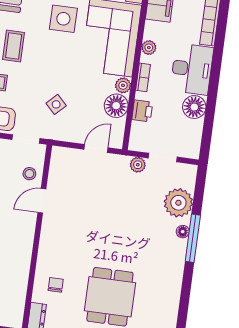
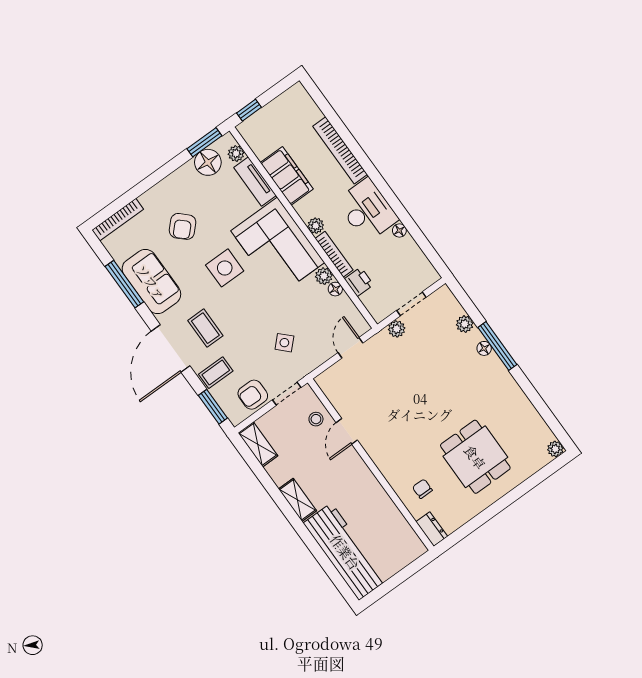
bookcase: (143, 77) -> (334, 254), width x1.56
floor lamp: (116, 106) -> (335, 289), width x0.53, depth x0.53
floor lamp: (194, 107) -> (399, 230), width x0.53, depth x0.53
plant: (178, 203) -> (465, 324), width x0.53, depth x0.53

